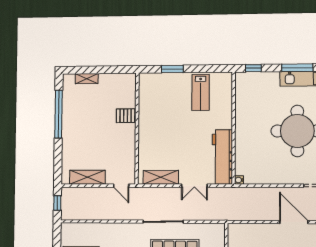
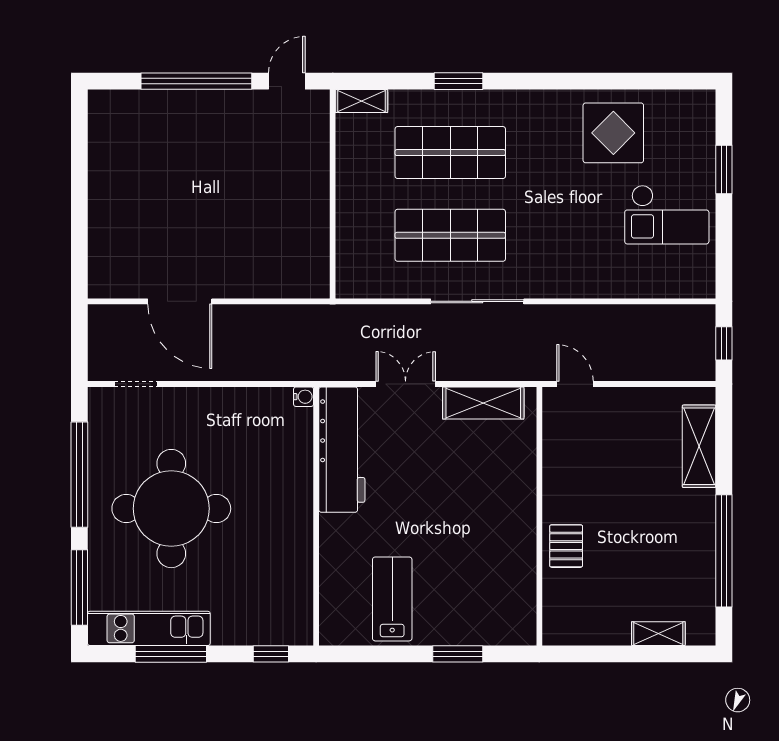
pallet: (126, 116) -> (566, 546), turned 90
shelving: (87, 177) -> (699, 446), moved, turned 90

